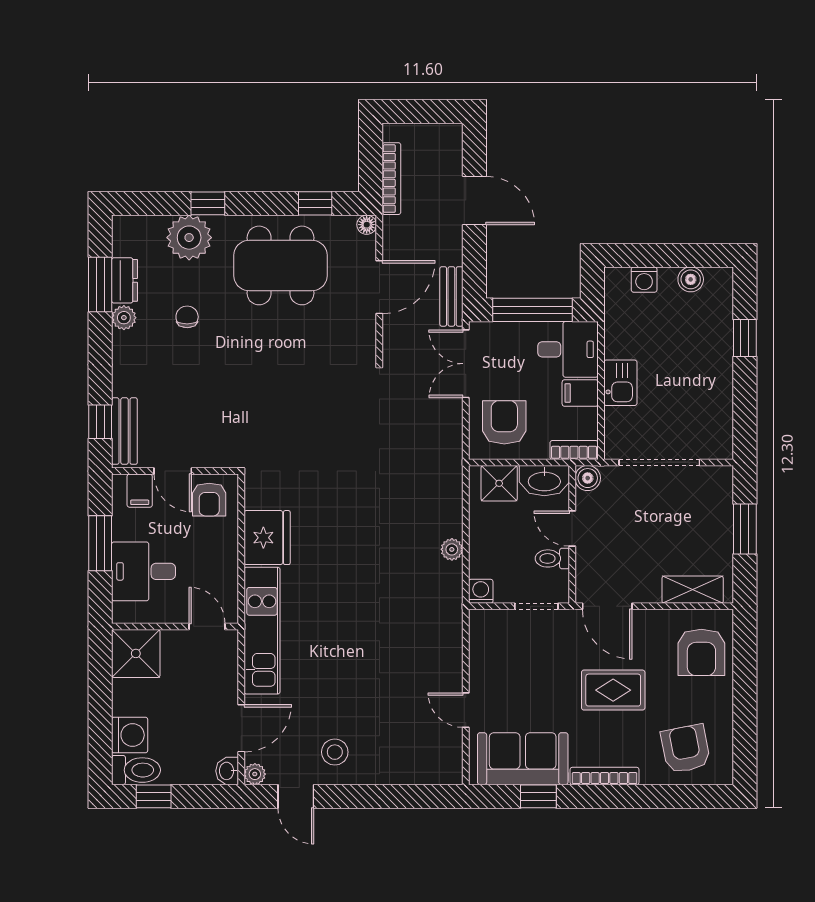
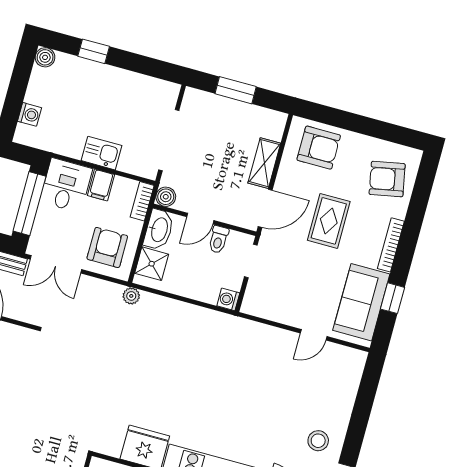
boiler: (691, 279) -> (45, 57), moved
armchair: (504, 422) -> (107, 247), turned 90
plant: (452, 549) -> (131, 296), moved
shelving: (693, 590) -> (264, 163), moved

